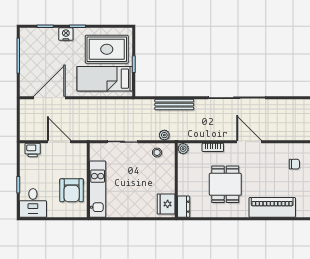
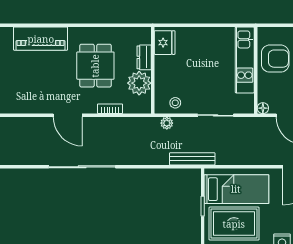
bench: (174, 105) -> (192, 159), moved
floor lamp: (82, 148) -> (263, 108), added
plant: (183, 149) -> (139, 83), moved, width x1.87, depth x1.87
chair: (294, 164) -> (15, 89), removed
armchair: (72, 190) -> (275, 59), turned 90
dresser: (184, 207) -> (144, 57), moved

